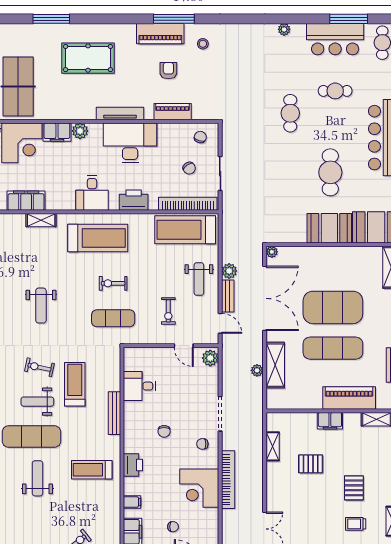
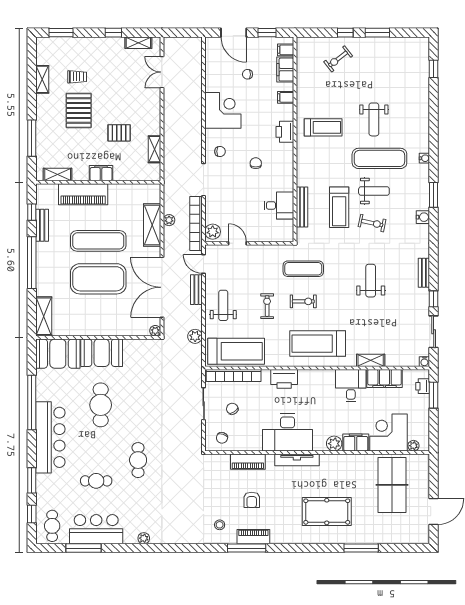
piano: (160, 34) -> (253, 537), width x0.73, depth x0.75
desk: (92, 193) -> (351, 386), moved
plant: (229, 271) -> (195, 336), moved
exercise bike: (168, 311) -> (267, 306), moved
bench: (114, 413) -> (302, 207), moved
bookcase: (228, 480) -> (196, 223), moved
pallet: (354, 488) -> (79, 111), width x1.50, depth x1.42

